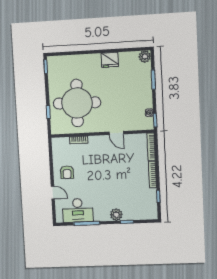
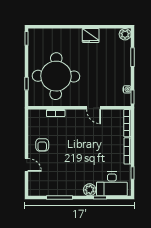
desk: (78, 210) -> (112, 184), moved

